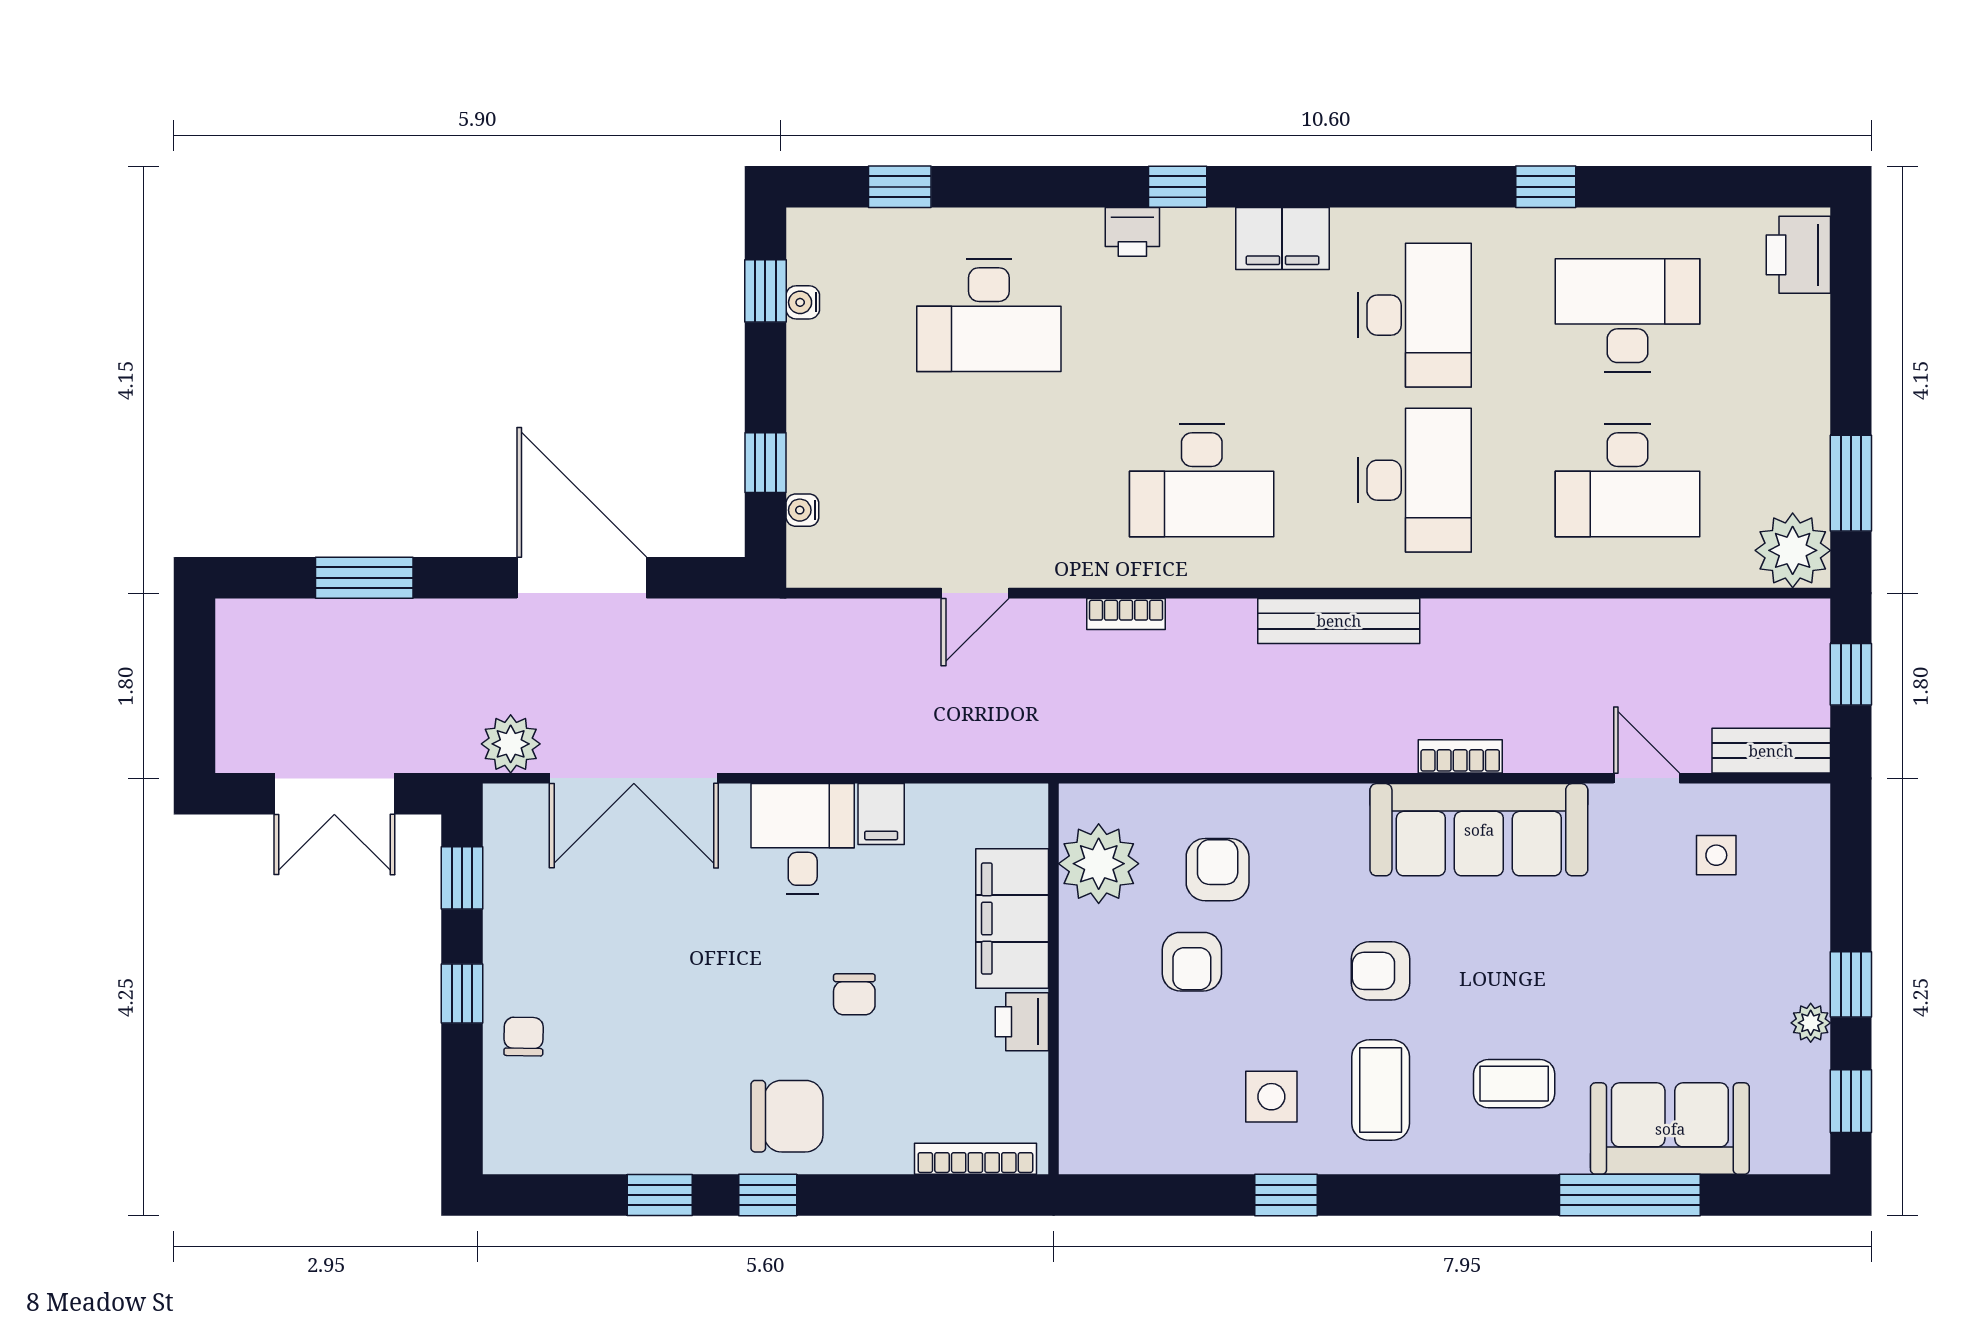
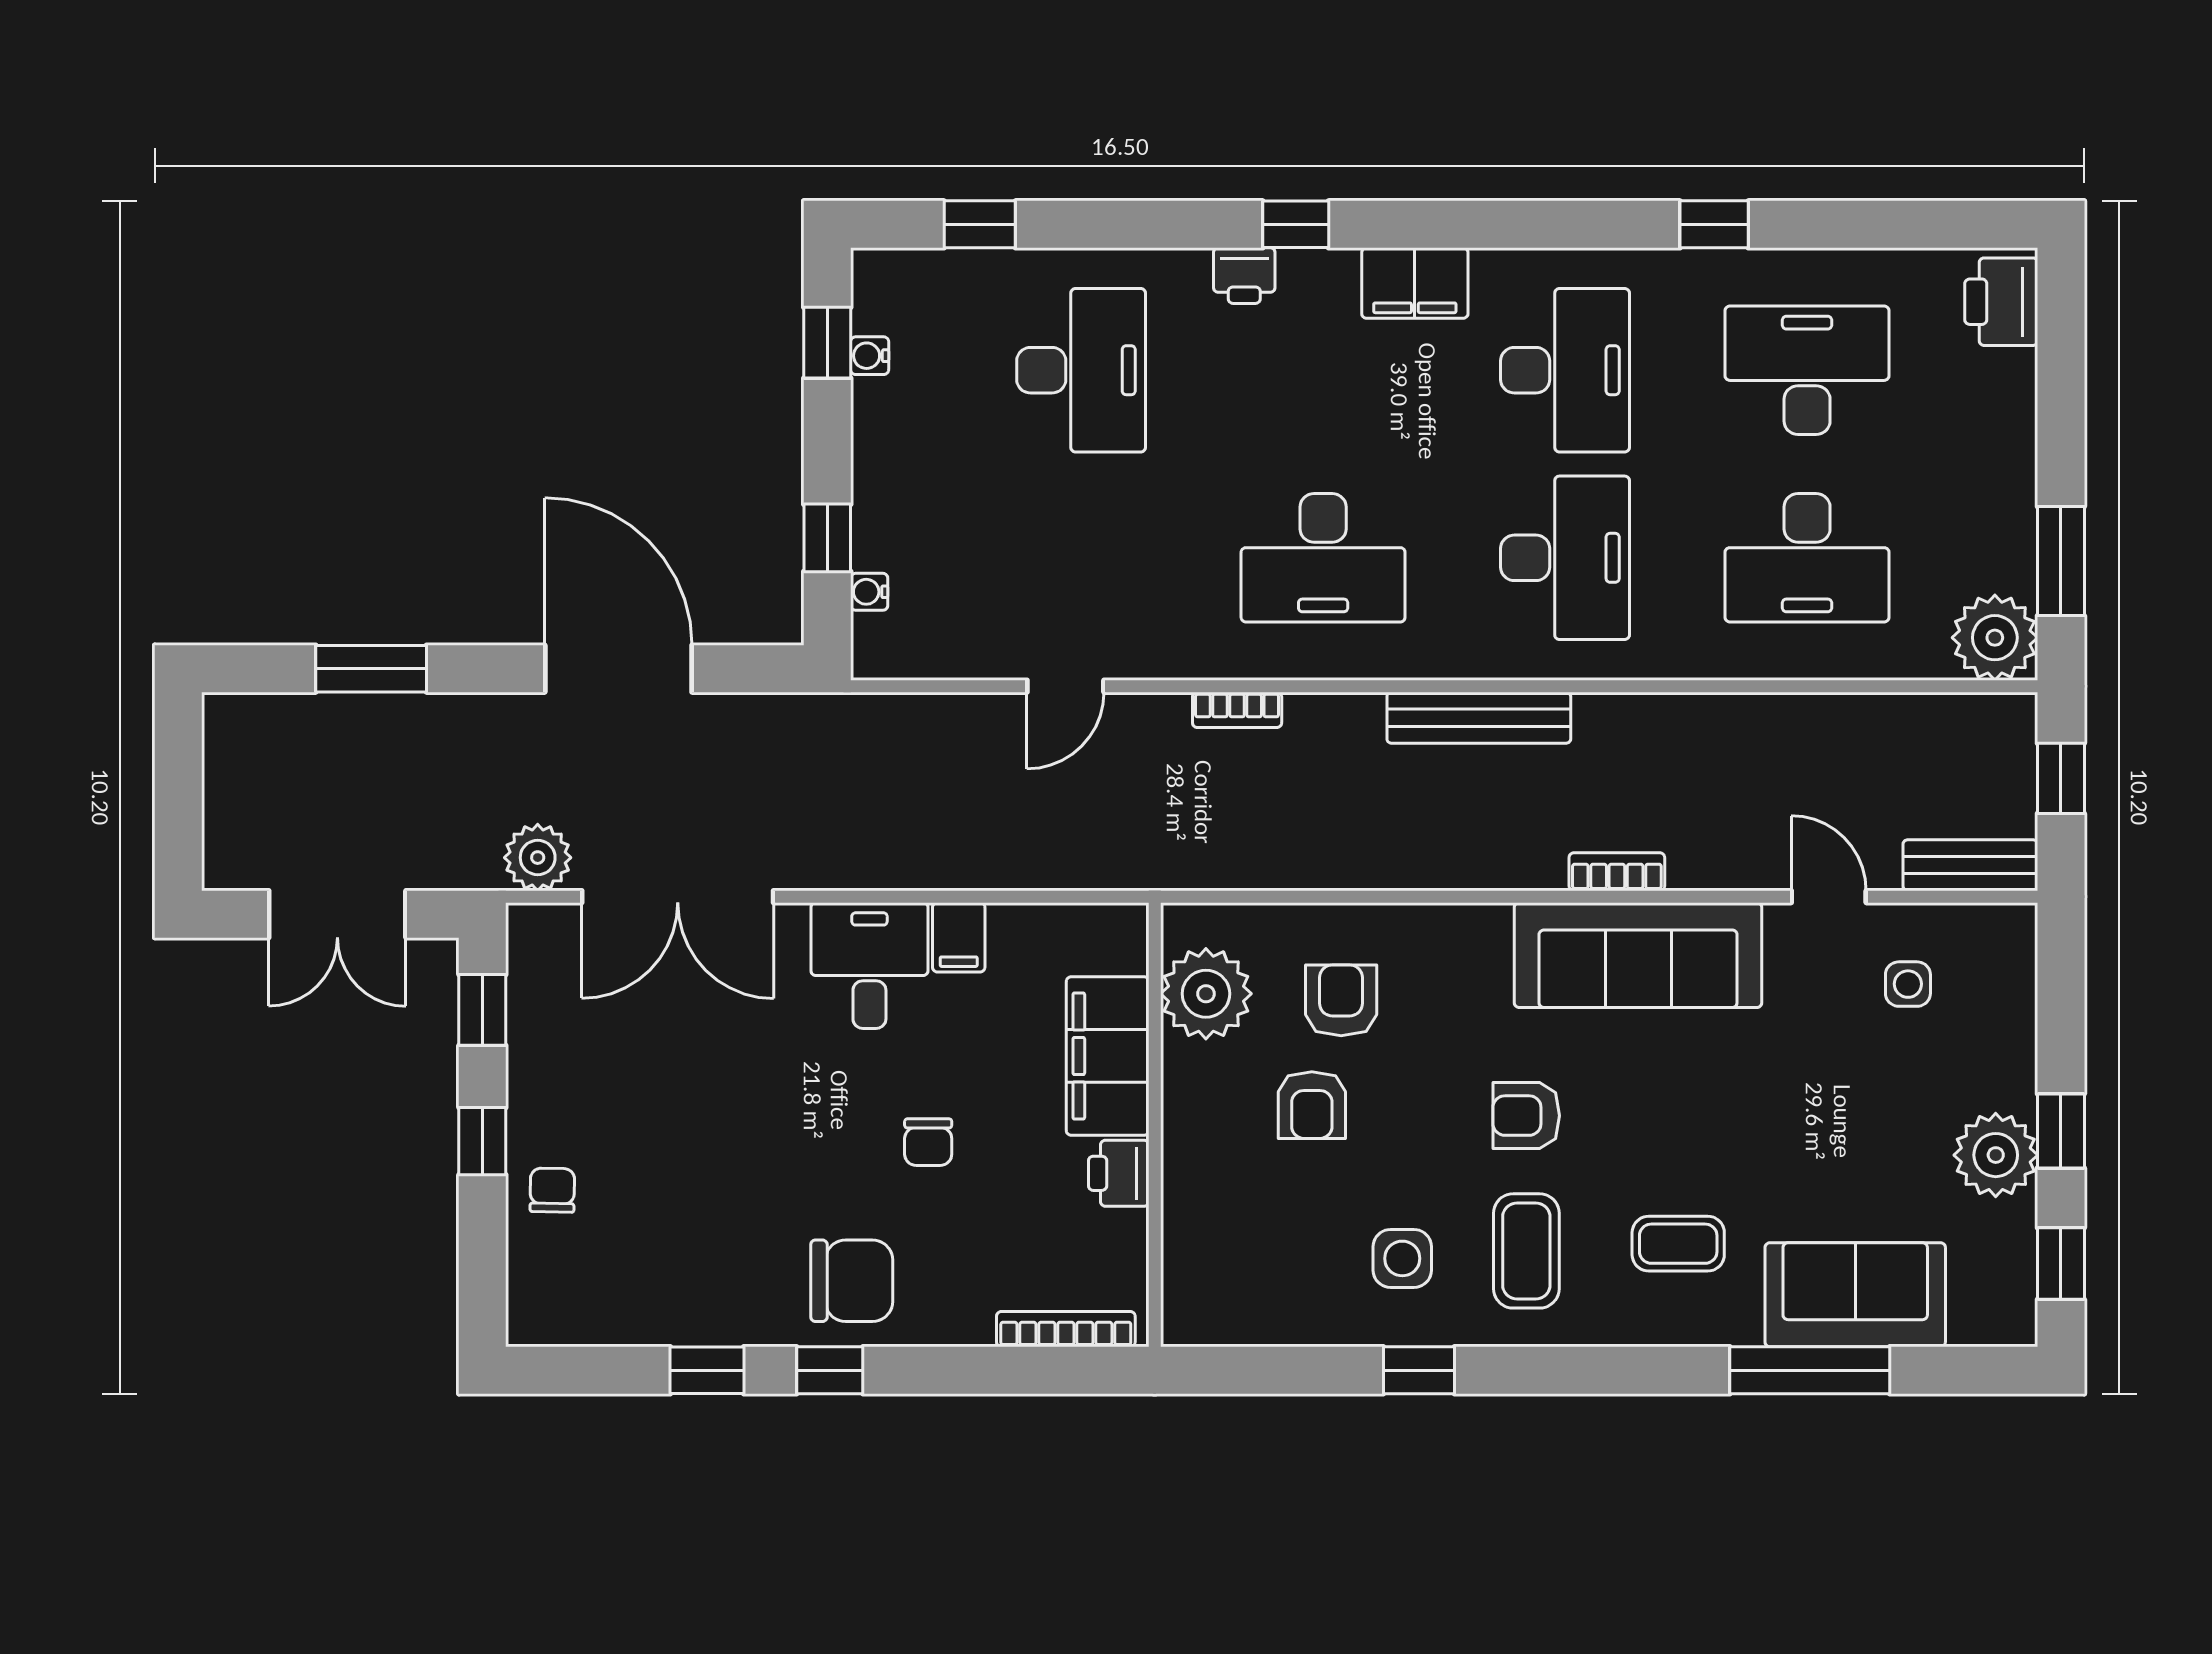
desk: (989, 315) -> (1081, 370), turned -90
plant: (1811, 1023) -> (1996, 1155), width x1.88, depth x1.88

